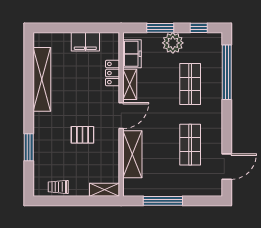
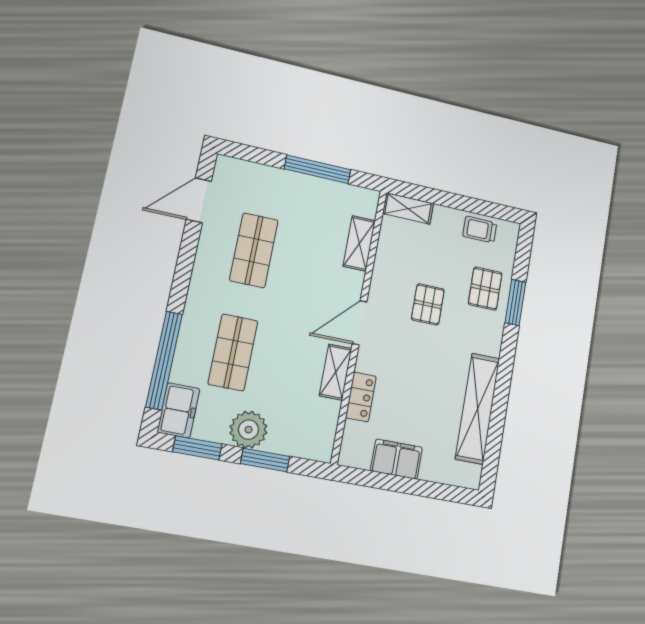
window: (199, 28) -> (197, 448), width x1.50
freezer: (132, 54) -> (178, 410), moved, turned 180
pallet: (82, 135) -> (428, 304), turned 90
pallet: (49, 152) -> (485, 289), added
shelving: (132, 154) -> (359, 243), width x0.67, depth x0.75
trolley: (58, 187) -> (480, 230), turned 180

